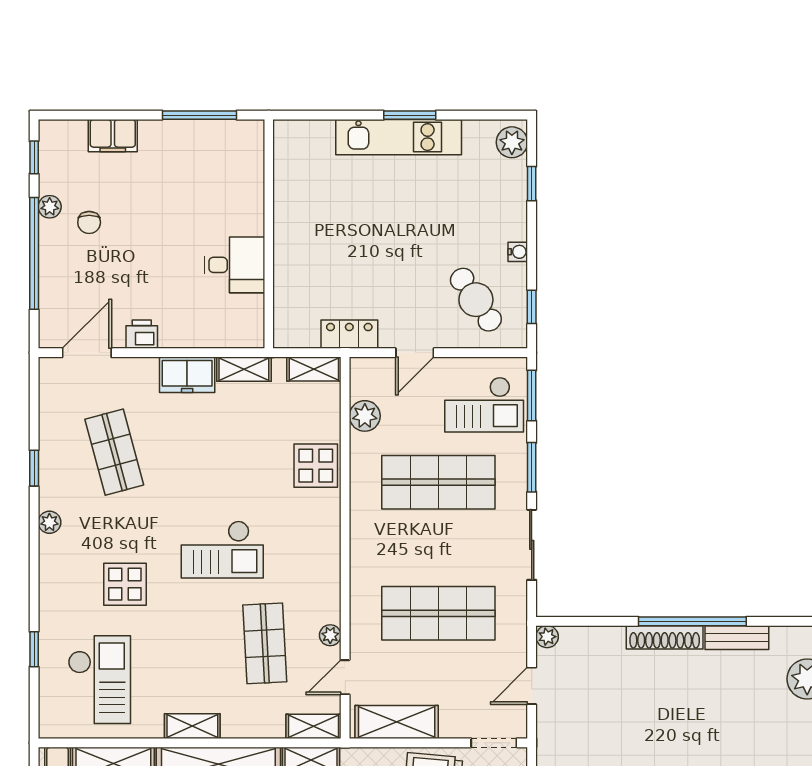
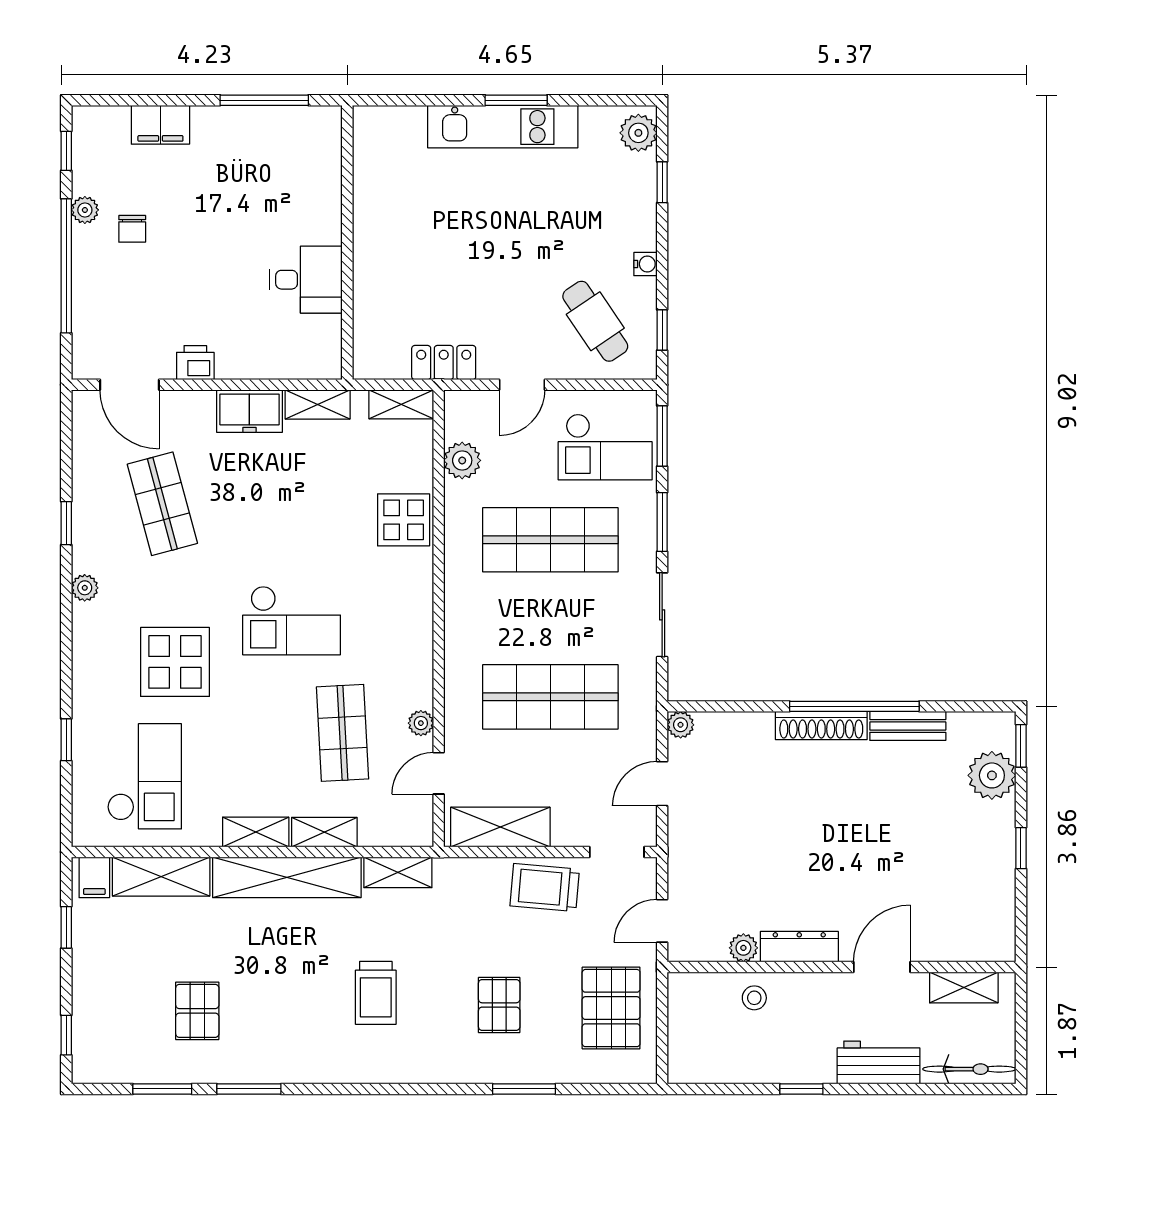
door: (87, 353) -> (129, 385), swing flipped
display table: (125, 584) -> (175, 662), width x1.36, depth x1.36
shelving: (314, 726) -> (324, 832), moved

